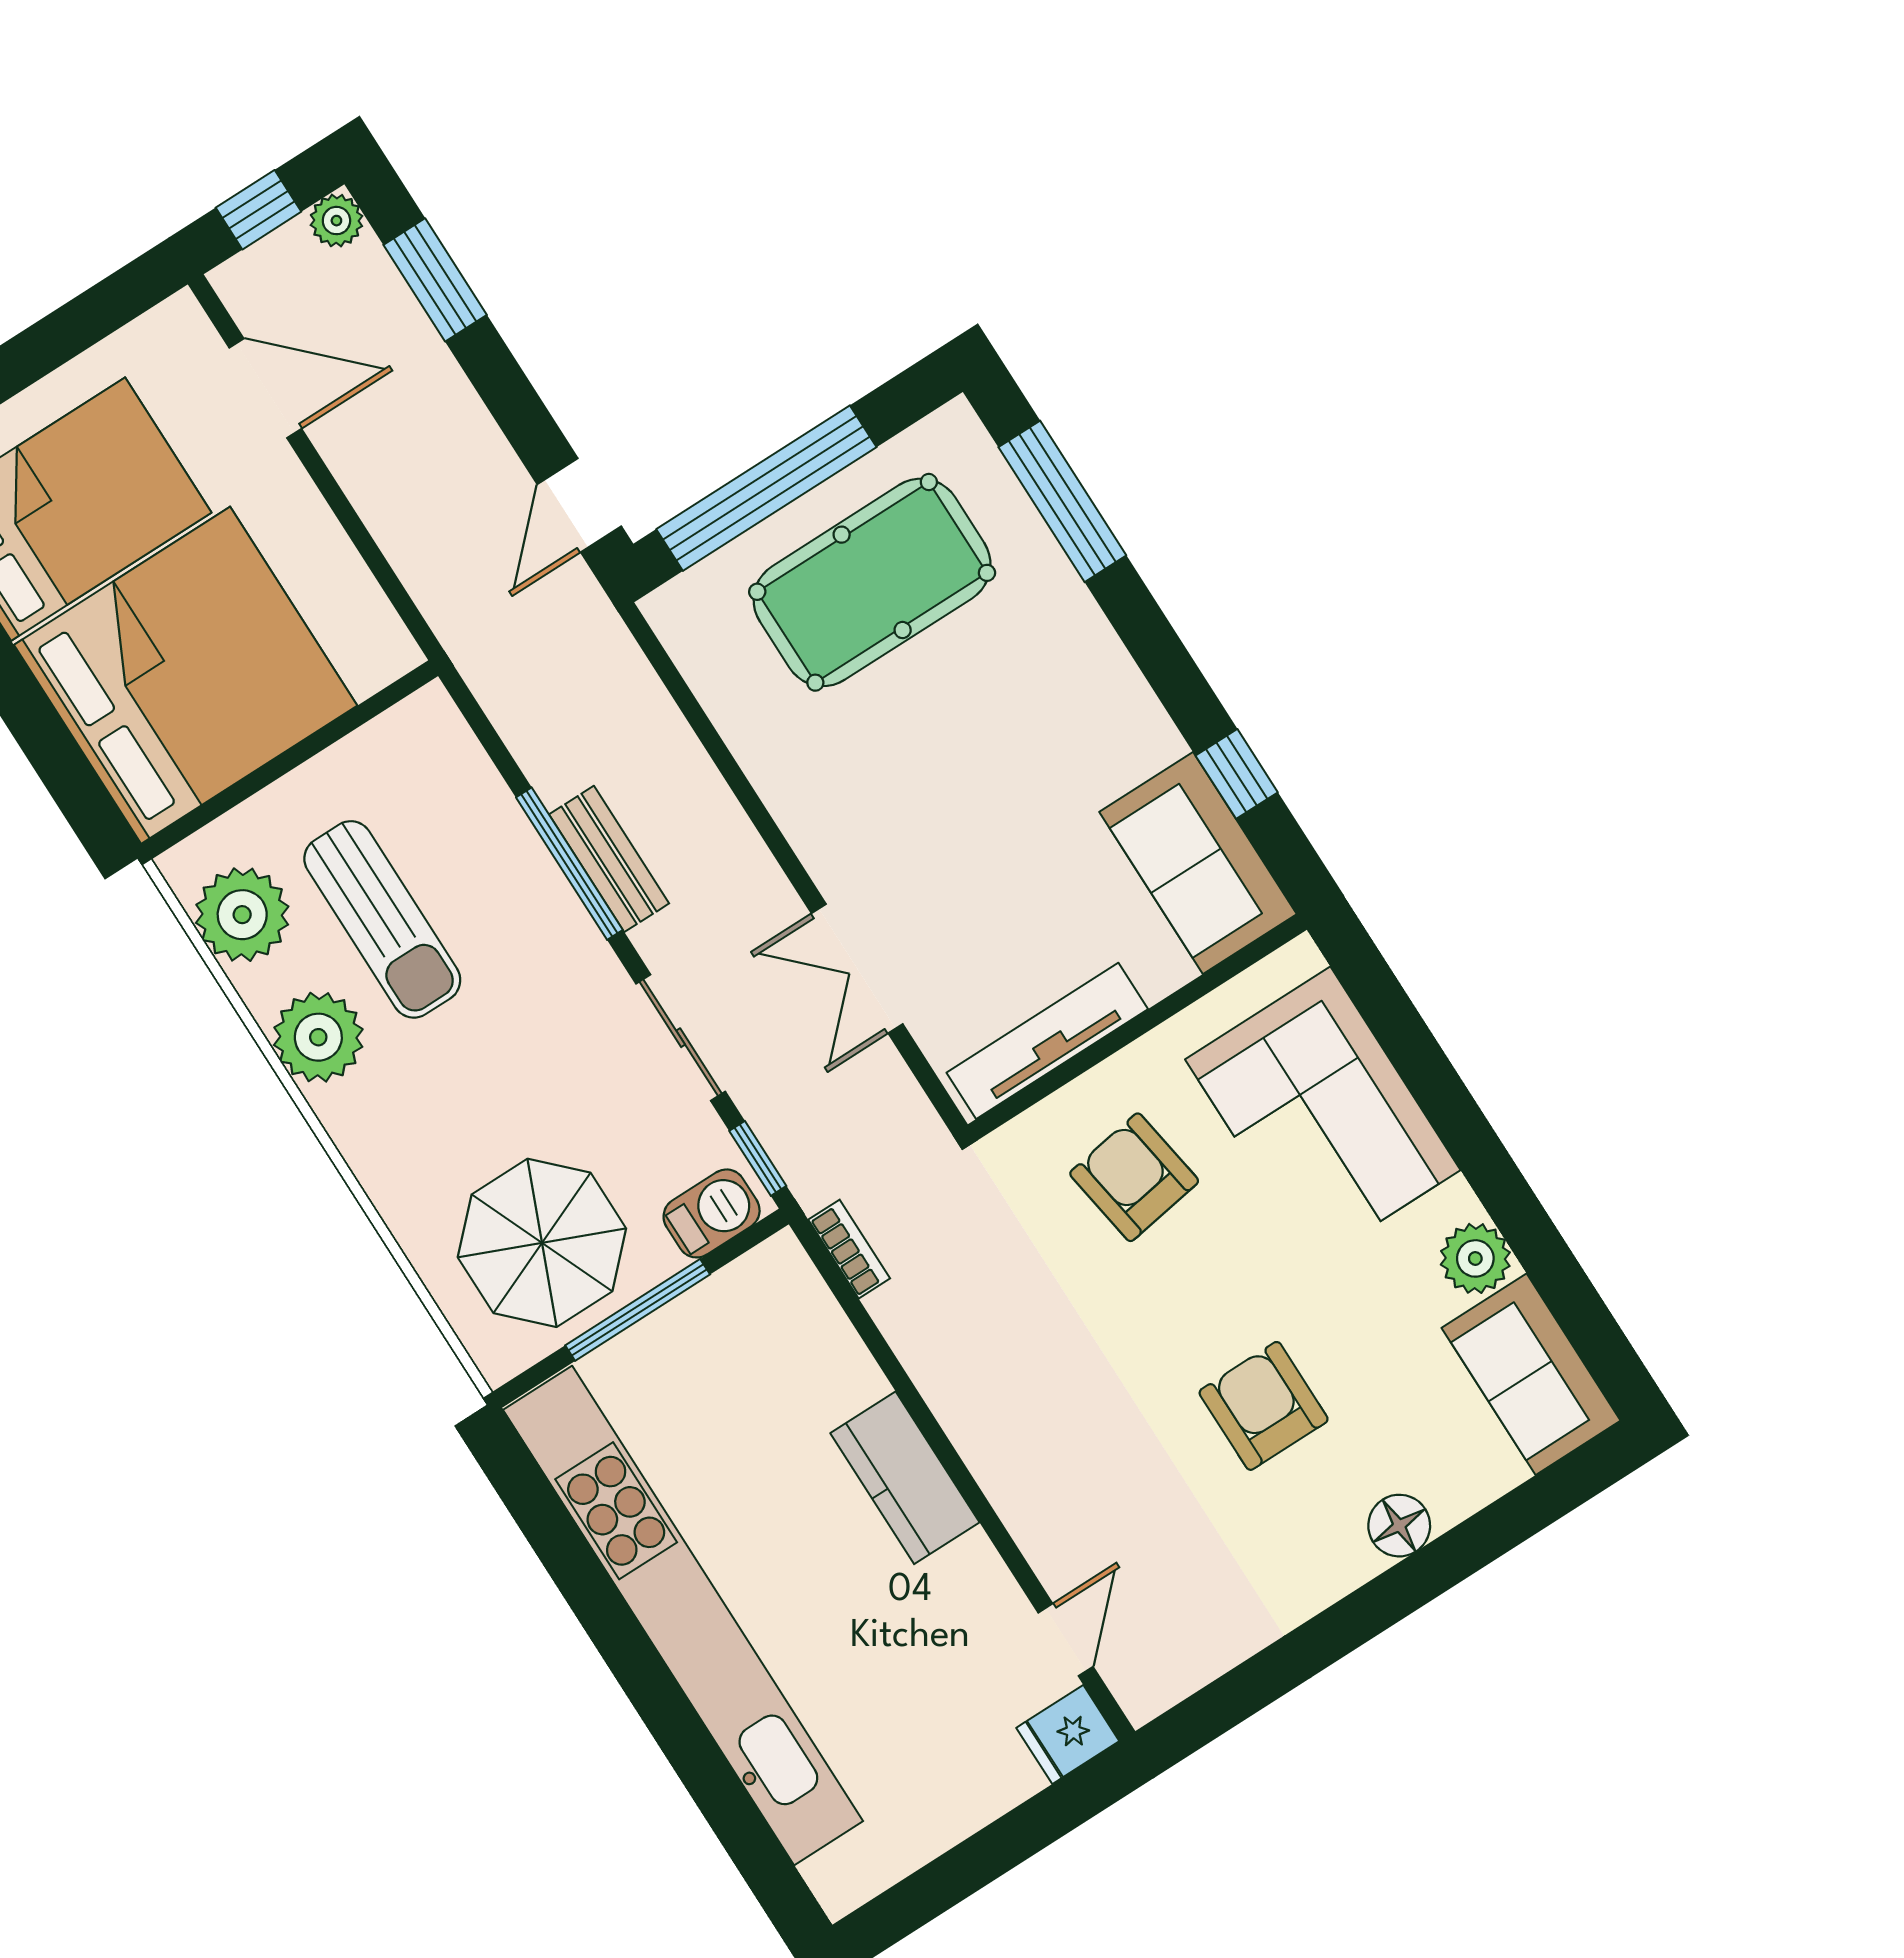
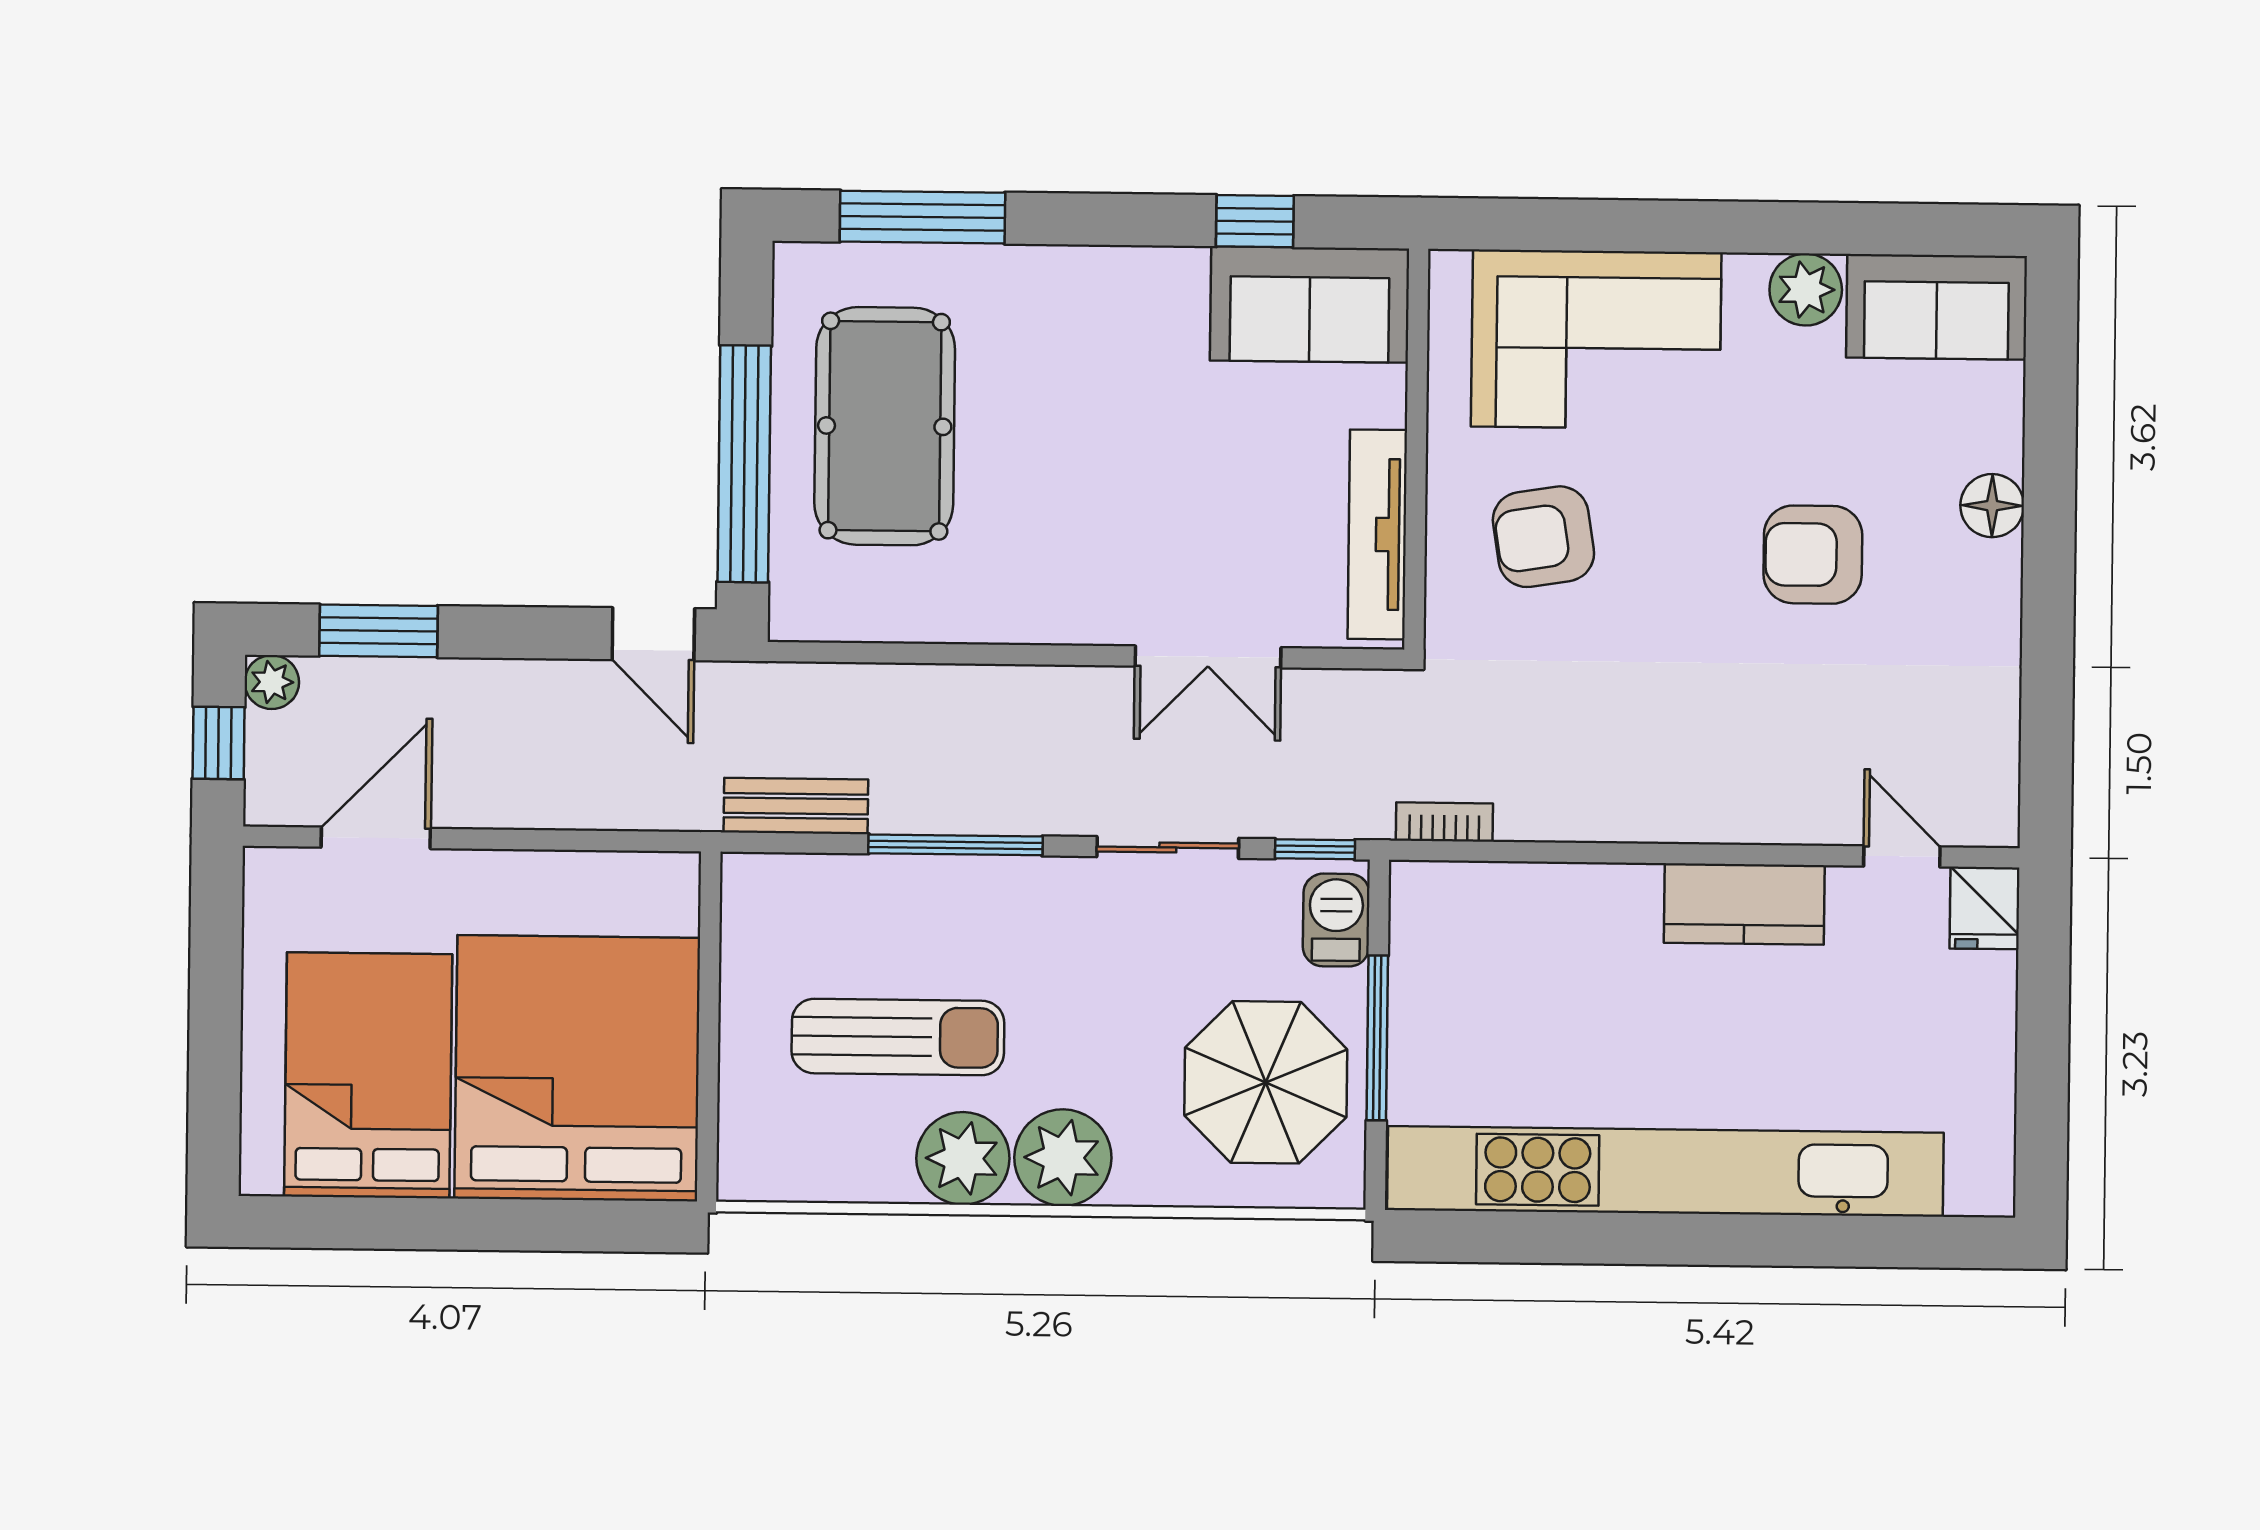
bench: (609, 859) -> (796, 806), moved
plant: (242, 915) -> (1063, 1158), moved
kitchen counter: (905, 1478) -> (1744, 904), moved

